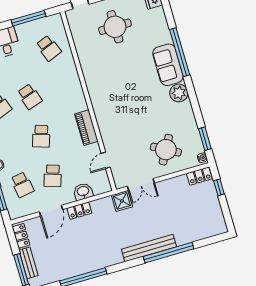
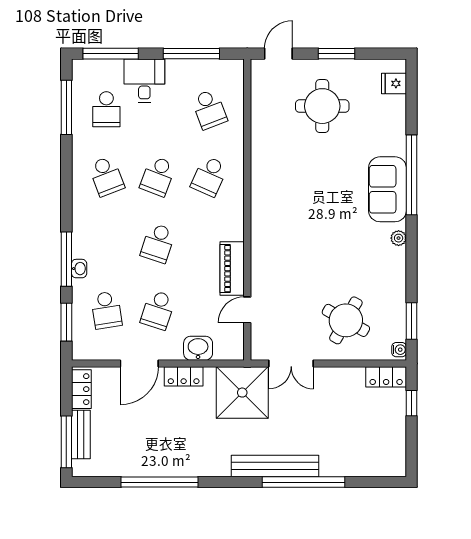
school desk: (60, 88) -> (209, 176), added
plant: (179, 93) -> (399, 238), width x0.53, depth x0.53
school desk: (30, 97) -> (158, 176), turned 39
piano: (86, 128) -> (232, 269), moved
shower: (122, 201) -> (242, 393), width x1.86, depth x1.86

